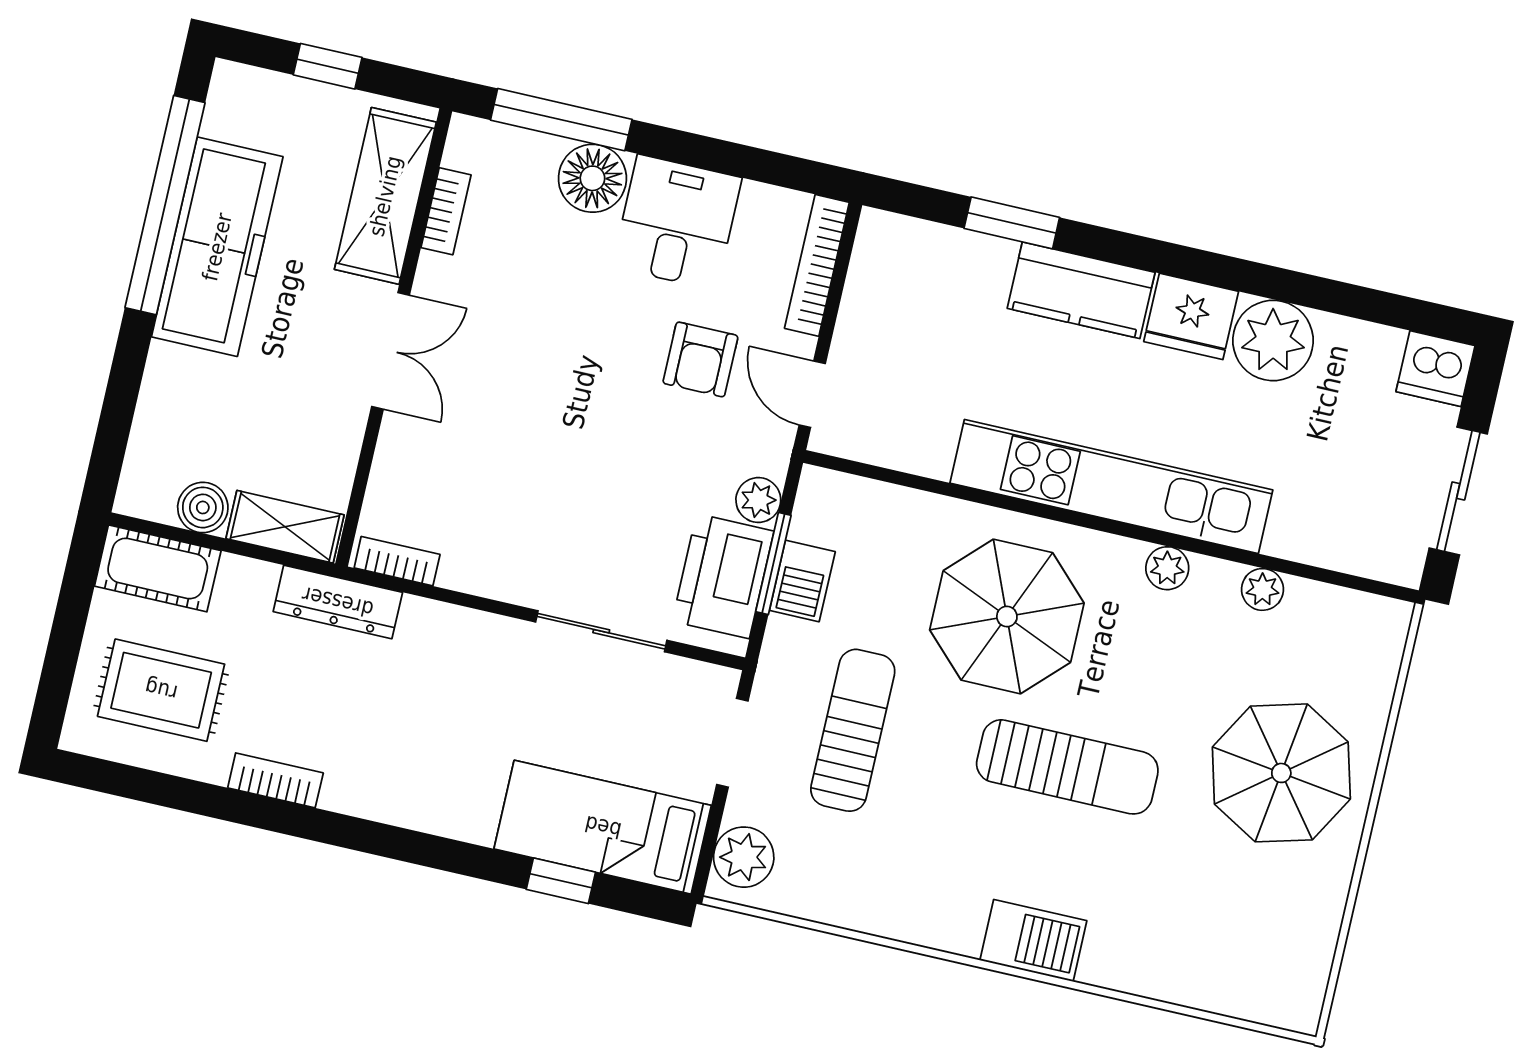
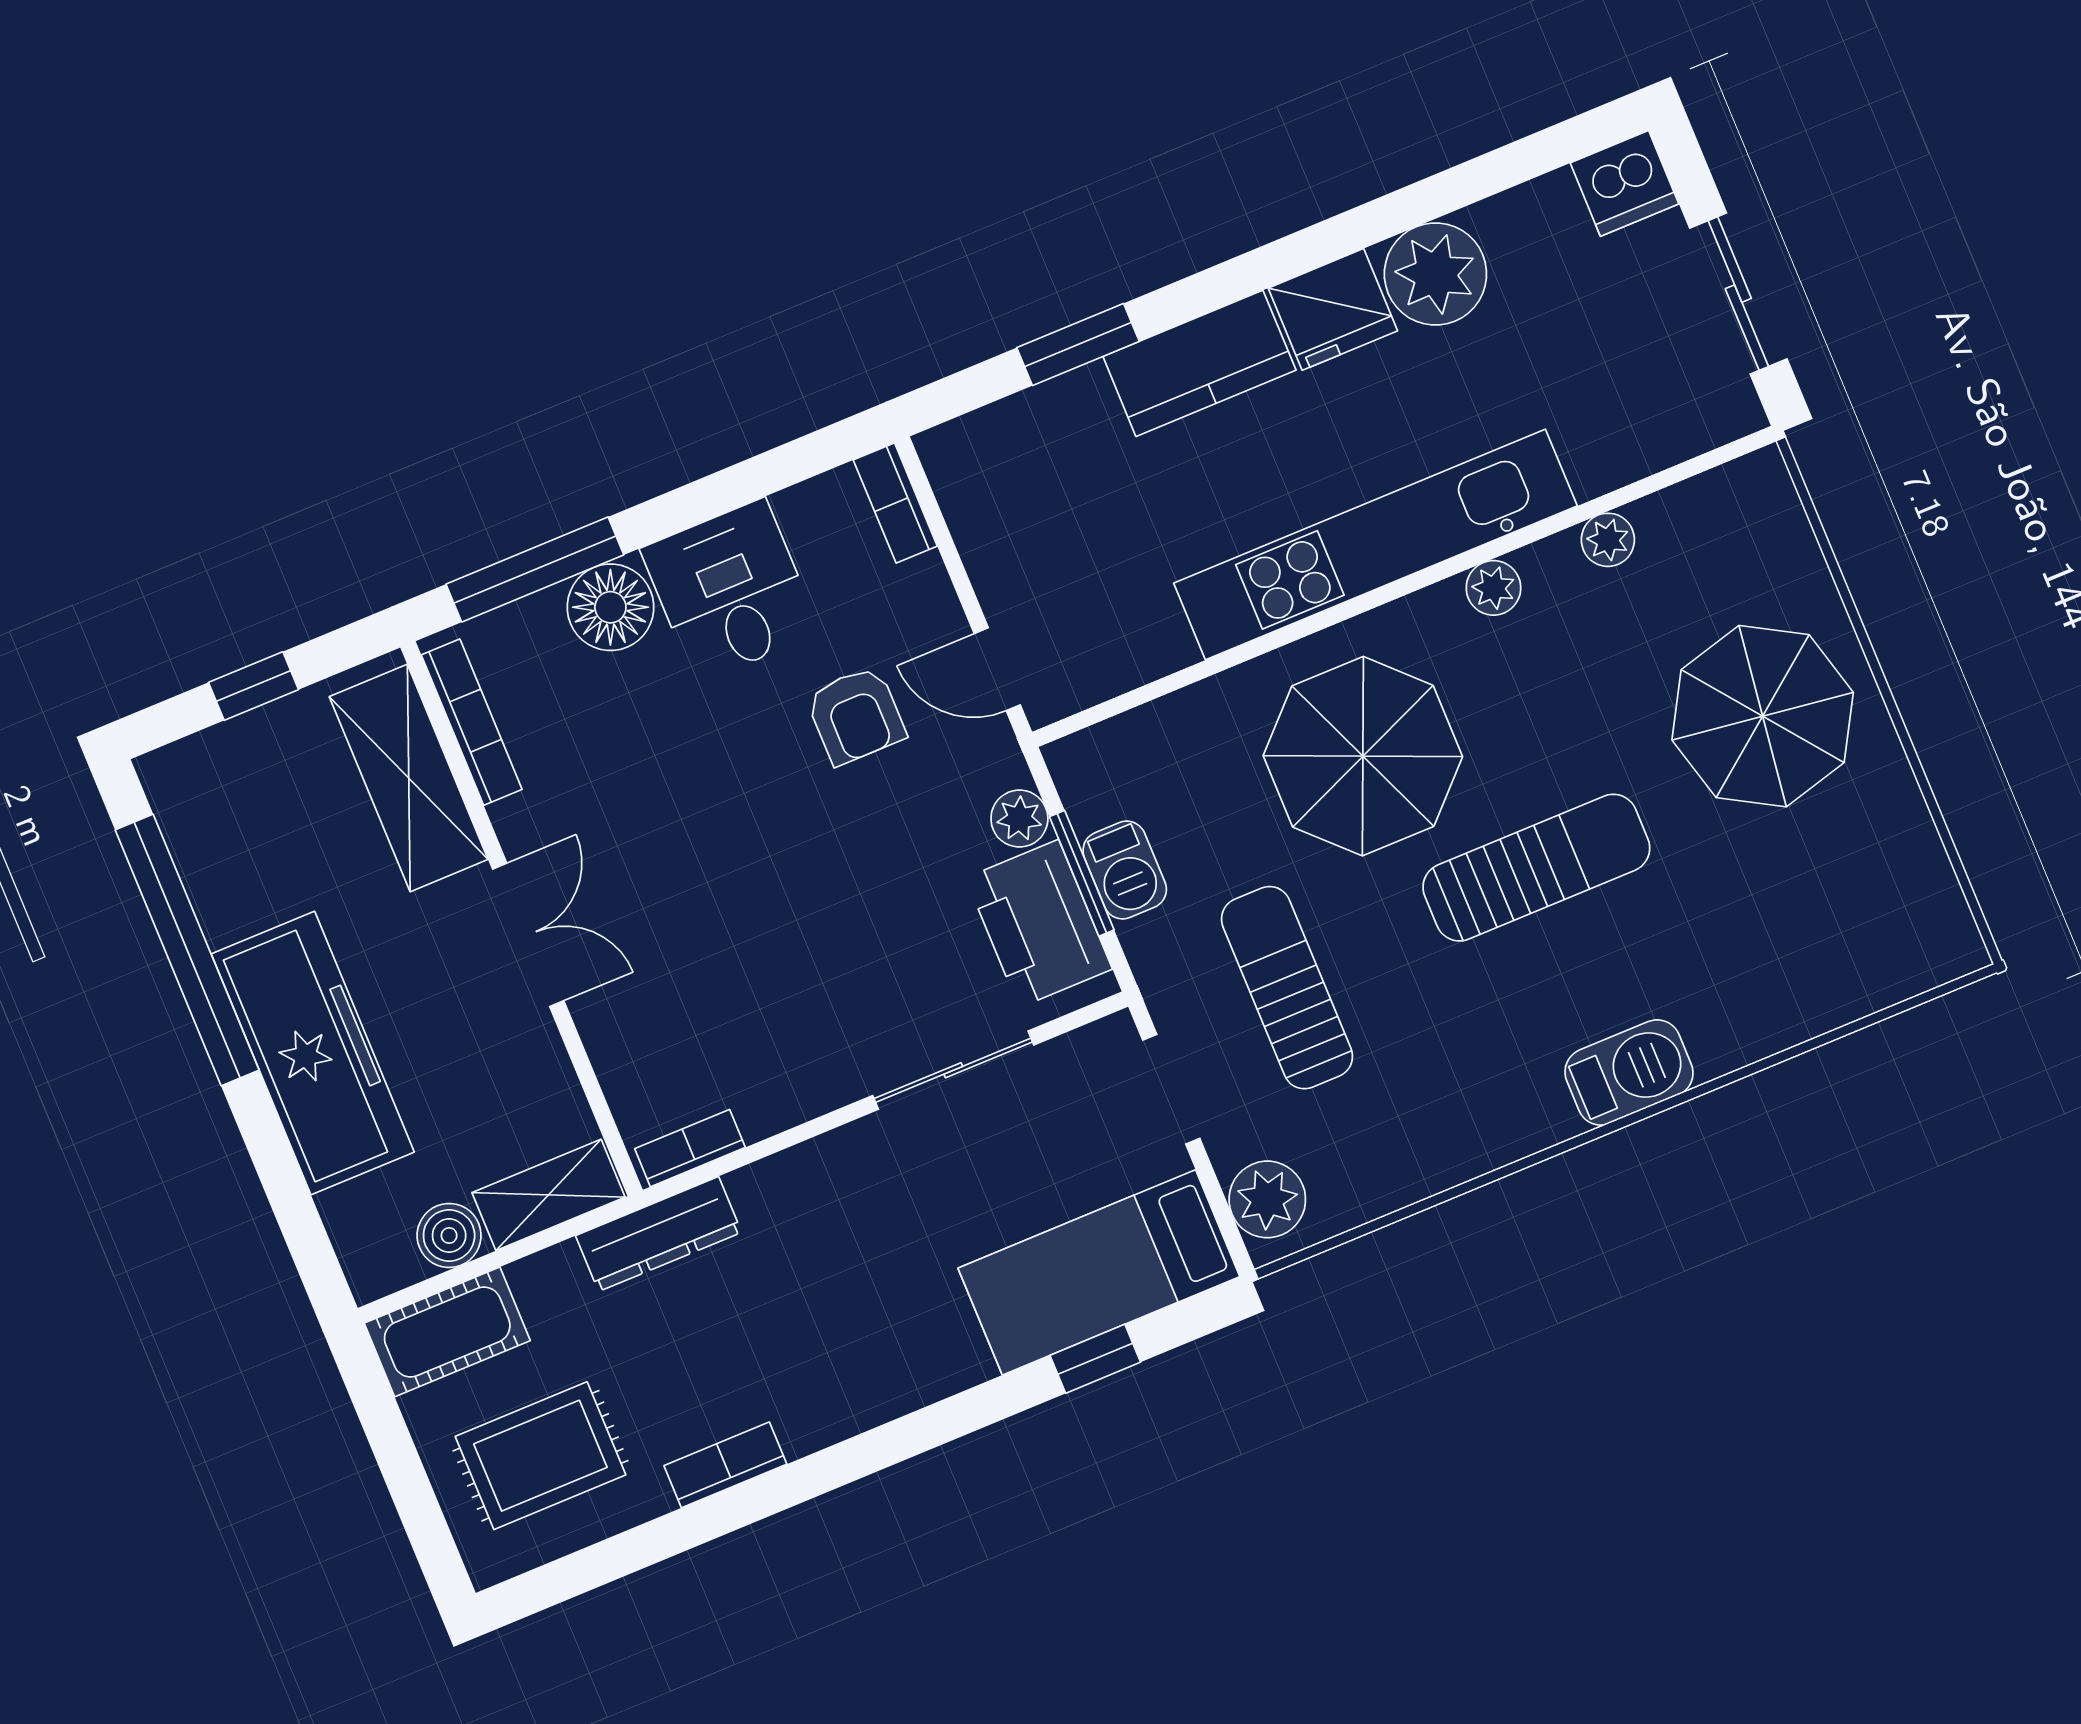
bookcase: (446, 211) -> (472, 722), width x1.56
freezer: (217, 247) -> (313, 1053), moved
bookcase: (817, 265) -> (895, 503), width x0.64

